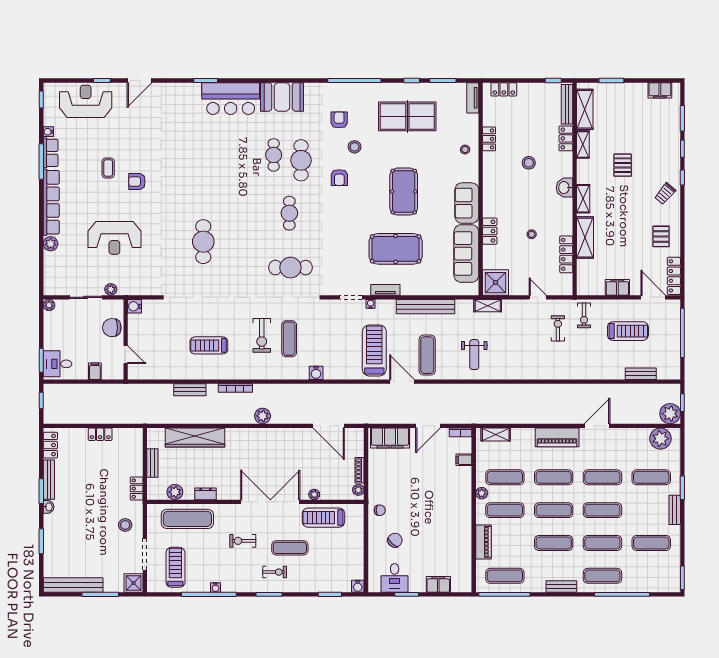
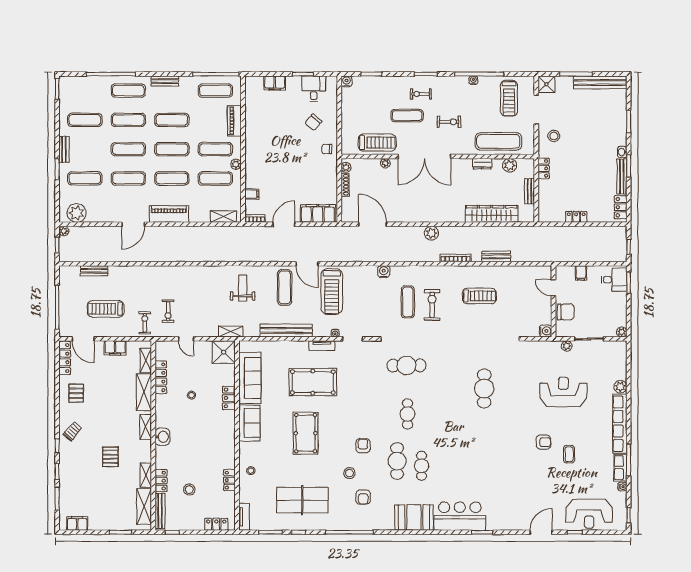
stool: (529, 163) -> (189, 490), moved
shelving: (583, 273) -> (146, 360), added
plant: (670, 414) -> (64, 231), width x0.53, depth x0.53

